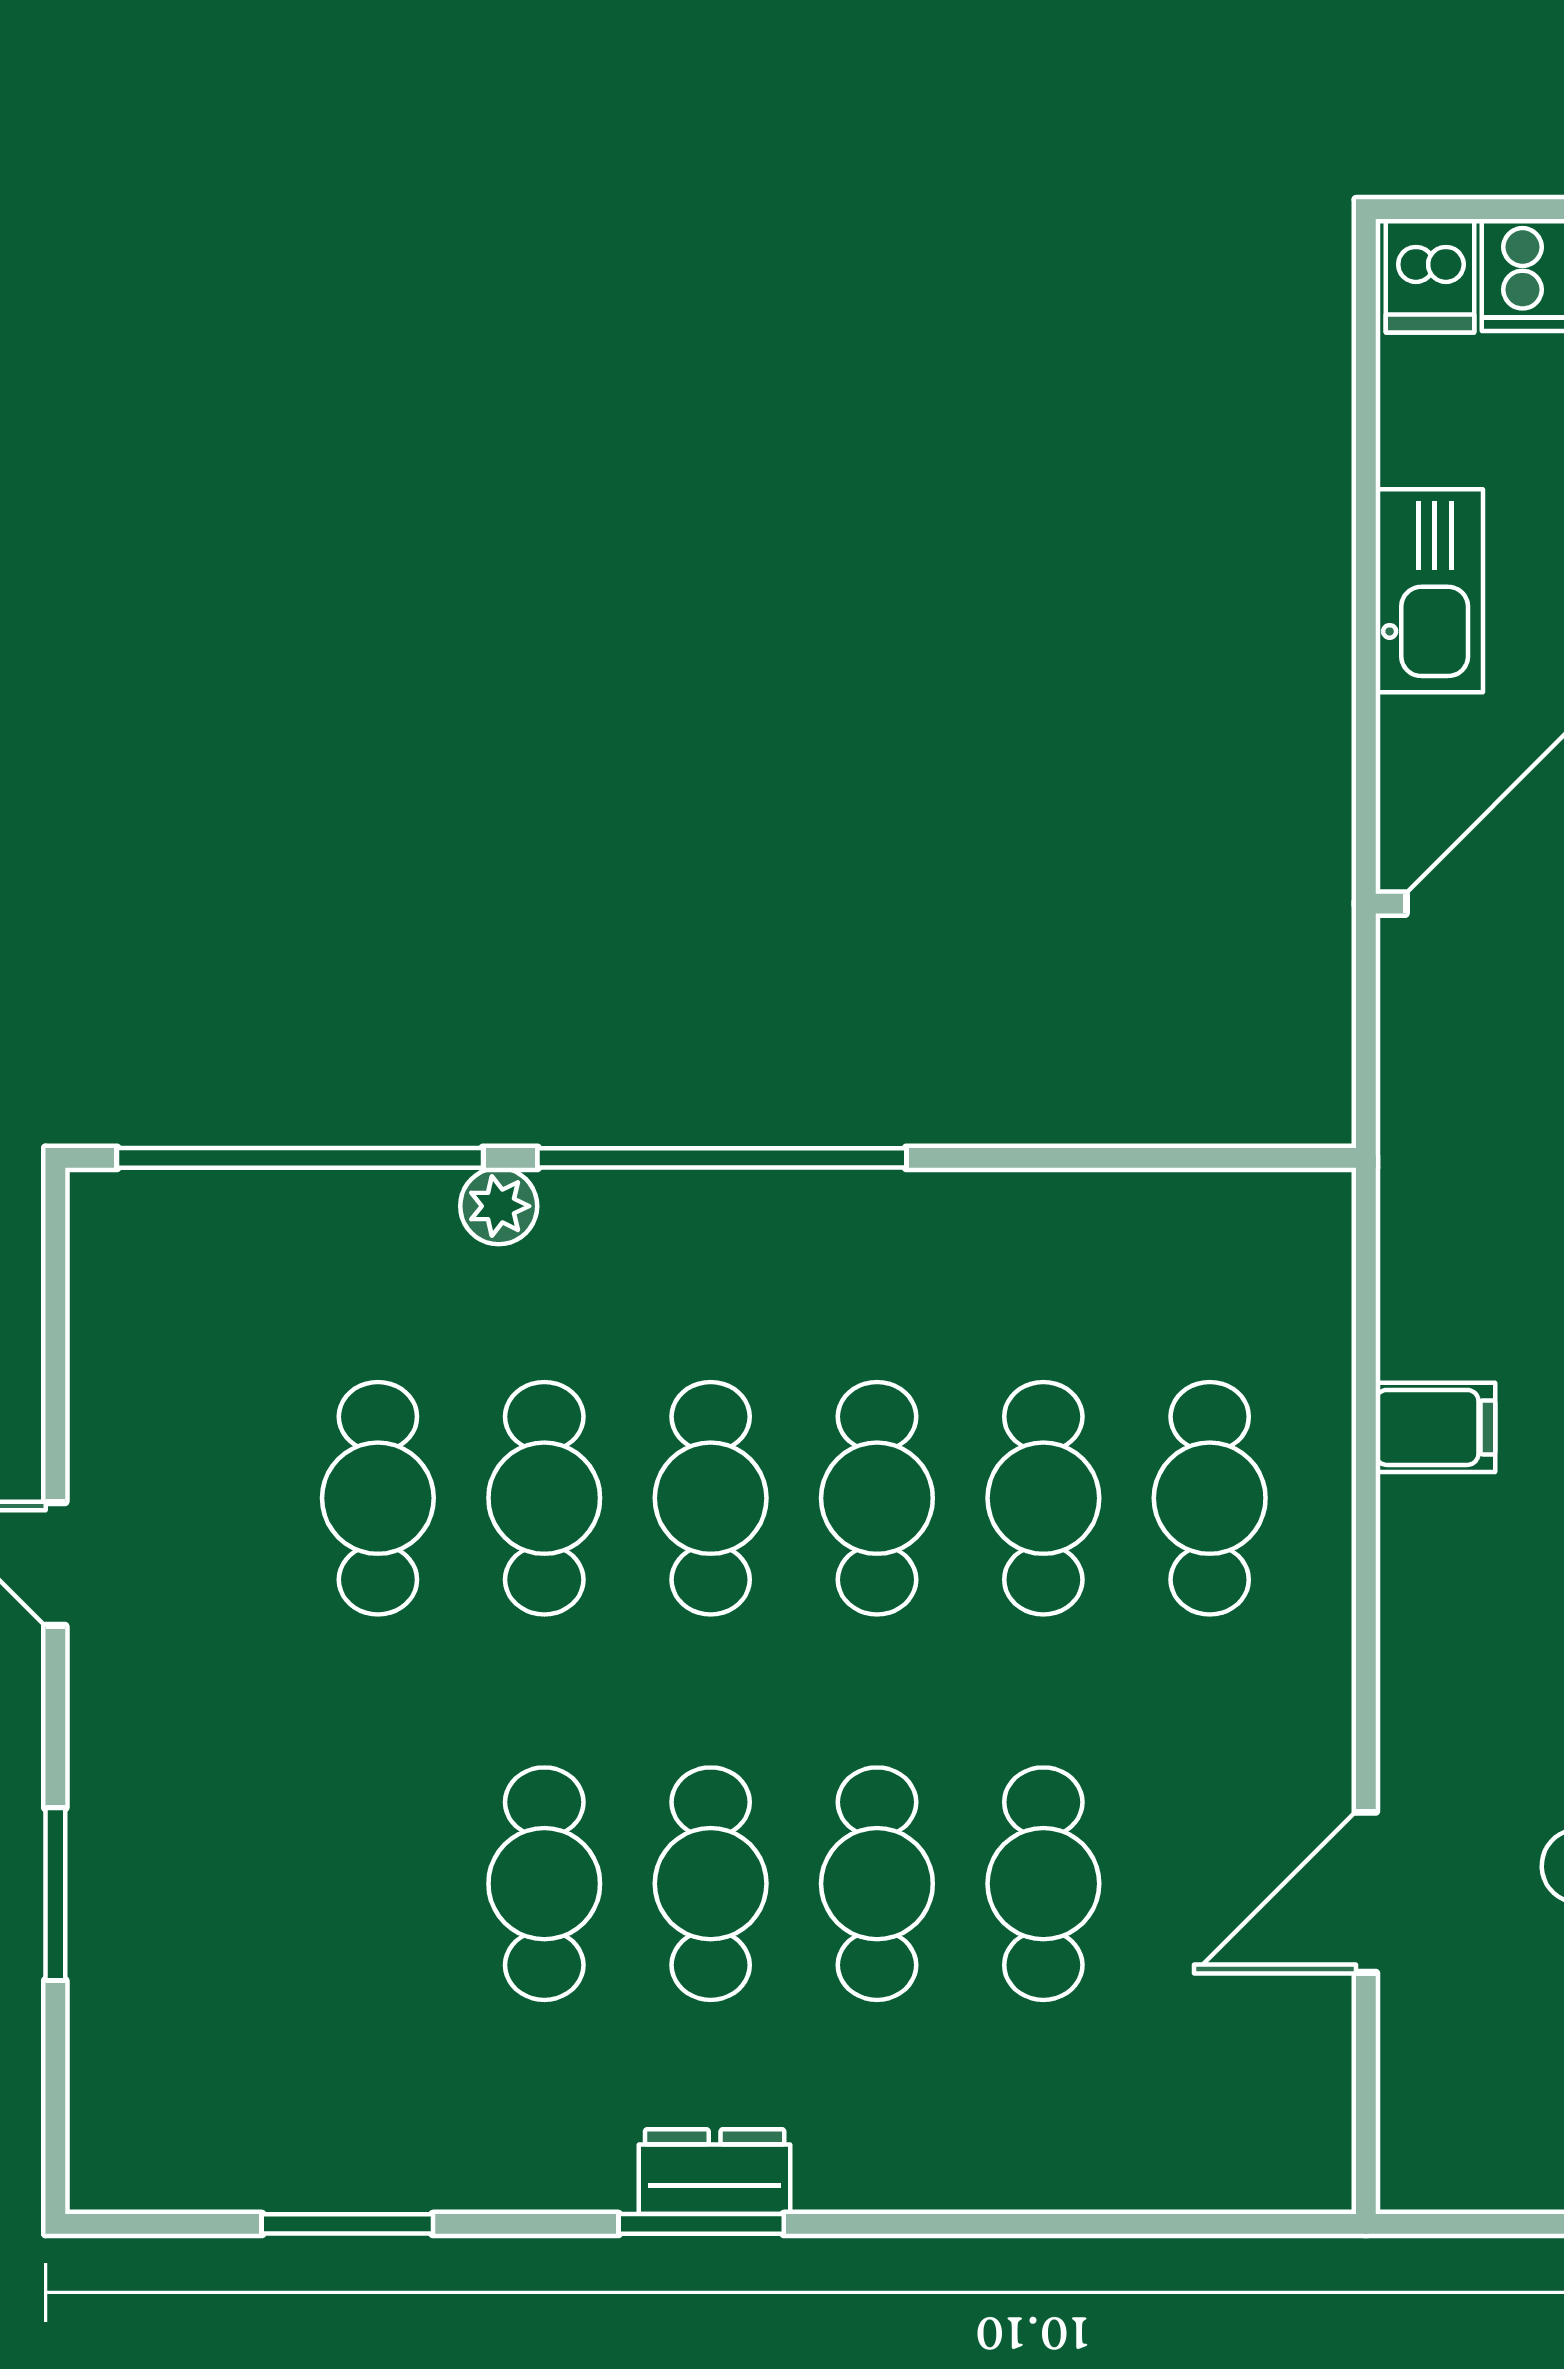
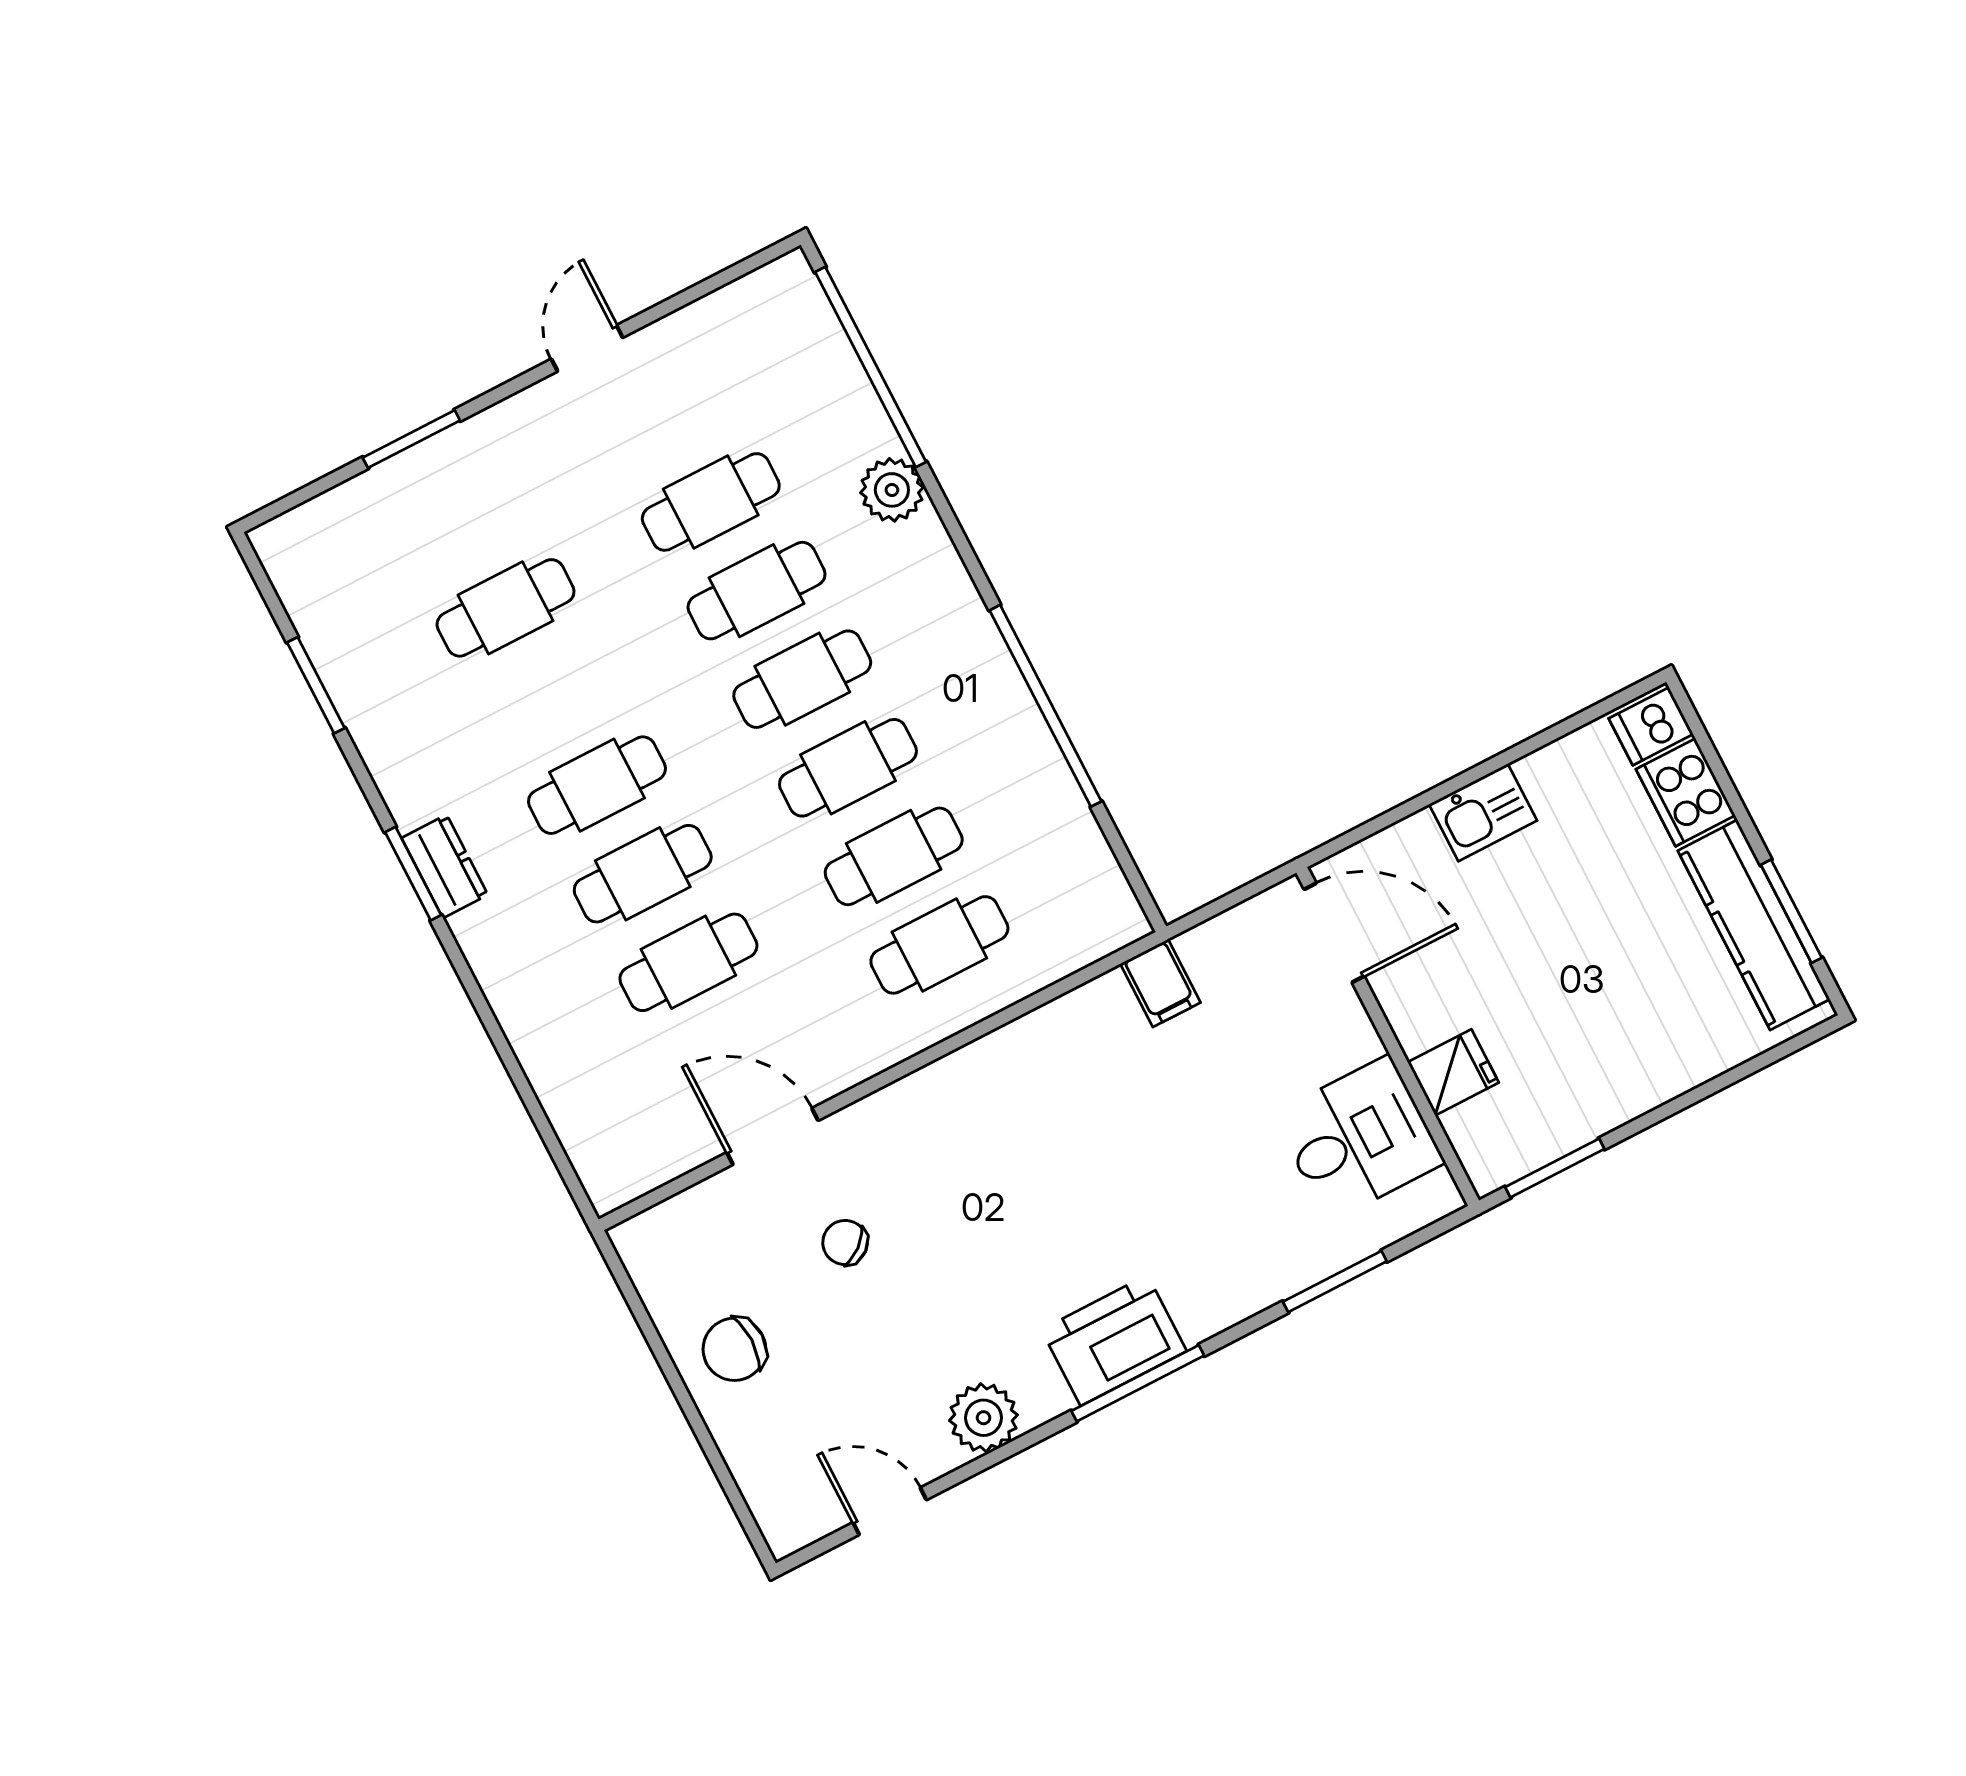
kitchen sink: (1429, 591) -> (1483, 812), width x0.73
window: (722, 1158) -> (1045, 706), moved
plant: (499, 1206) -> (892, 490), width x1.38, depth x1.38
filing cabinet: (1435, 1427) -> (1160, 983), moved
cafe table: (544, 1884) -> (506, 608), moved

